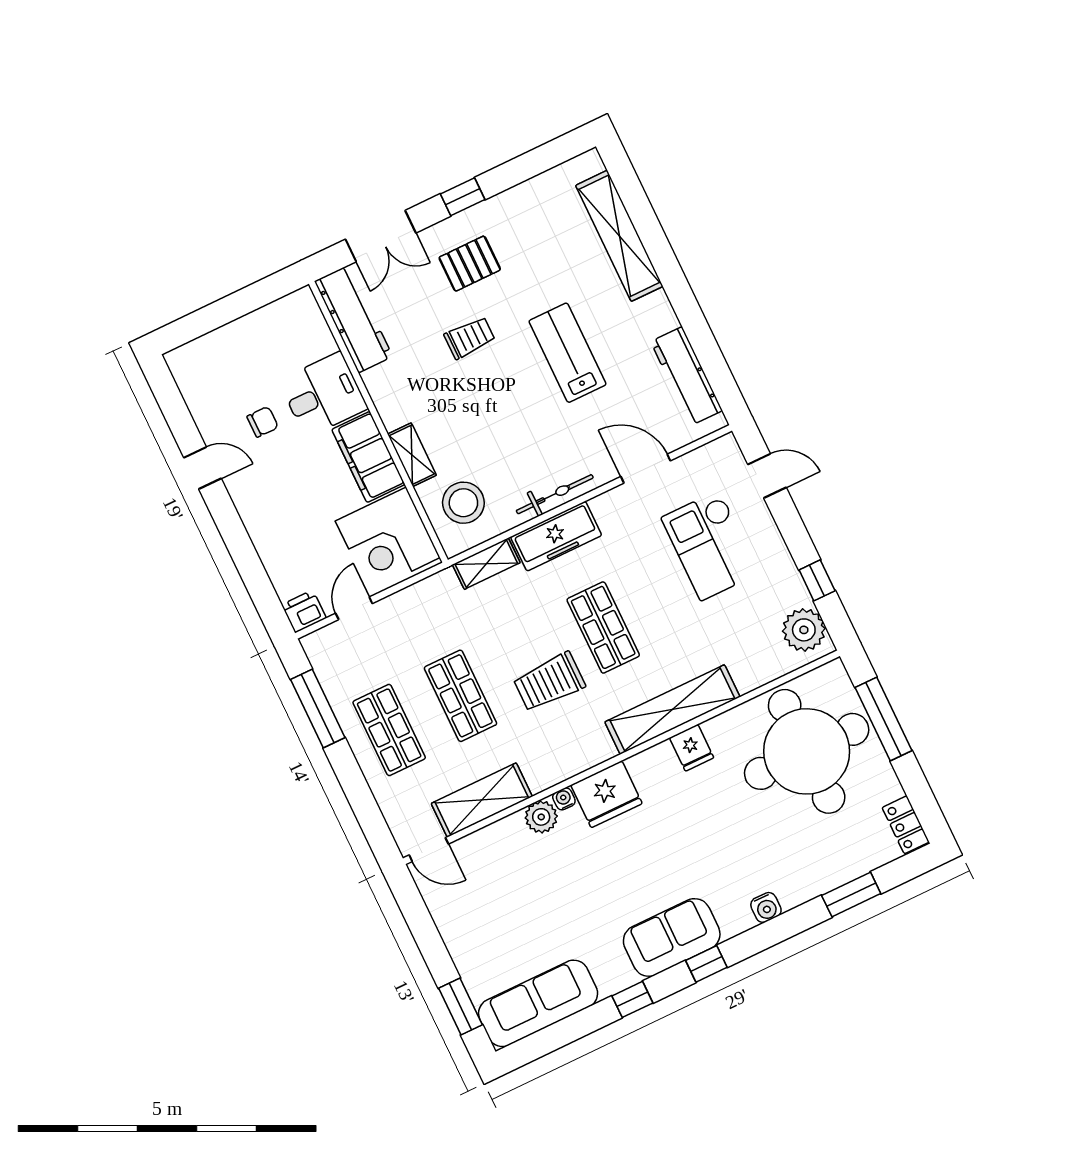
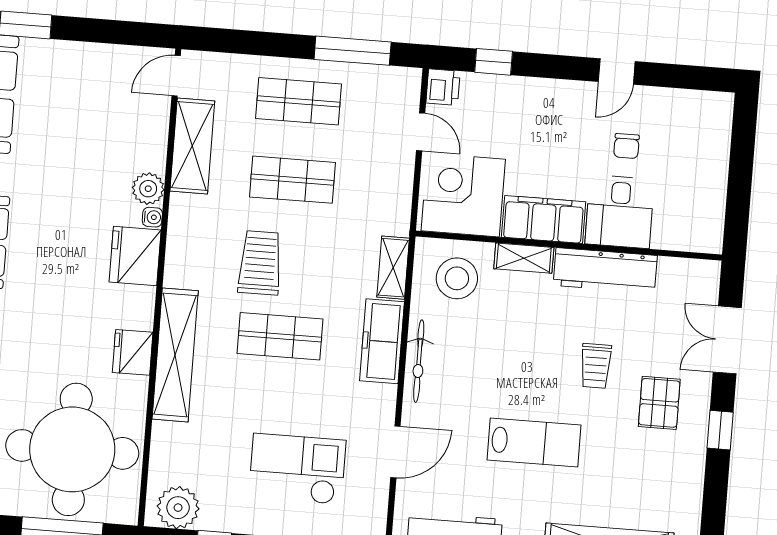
workbench: (354, 319) -> (605, 270), moved
window: (256, 580) -> (494, 62), added
fridge: (692, 748) -> (133, 352), width x1.38

